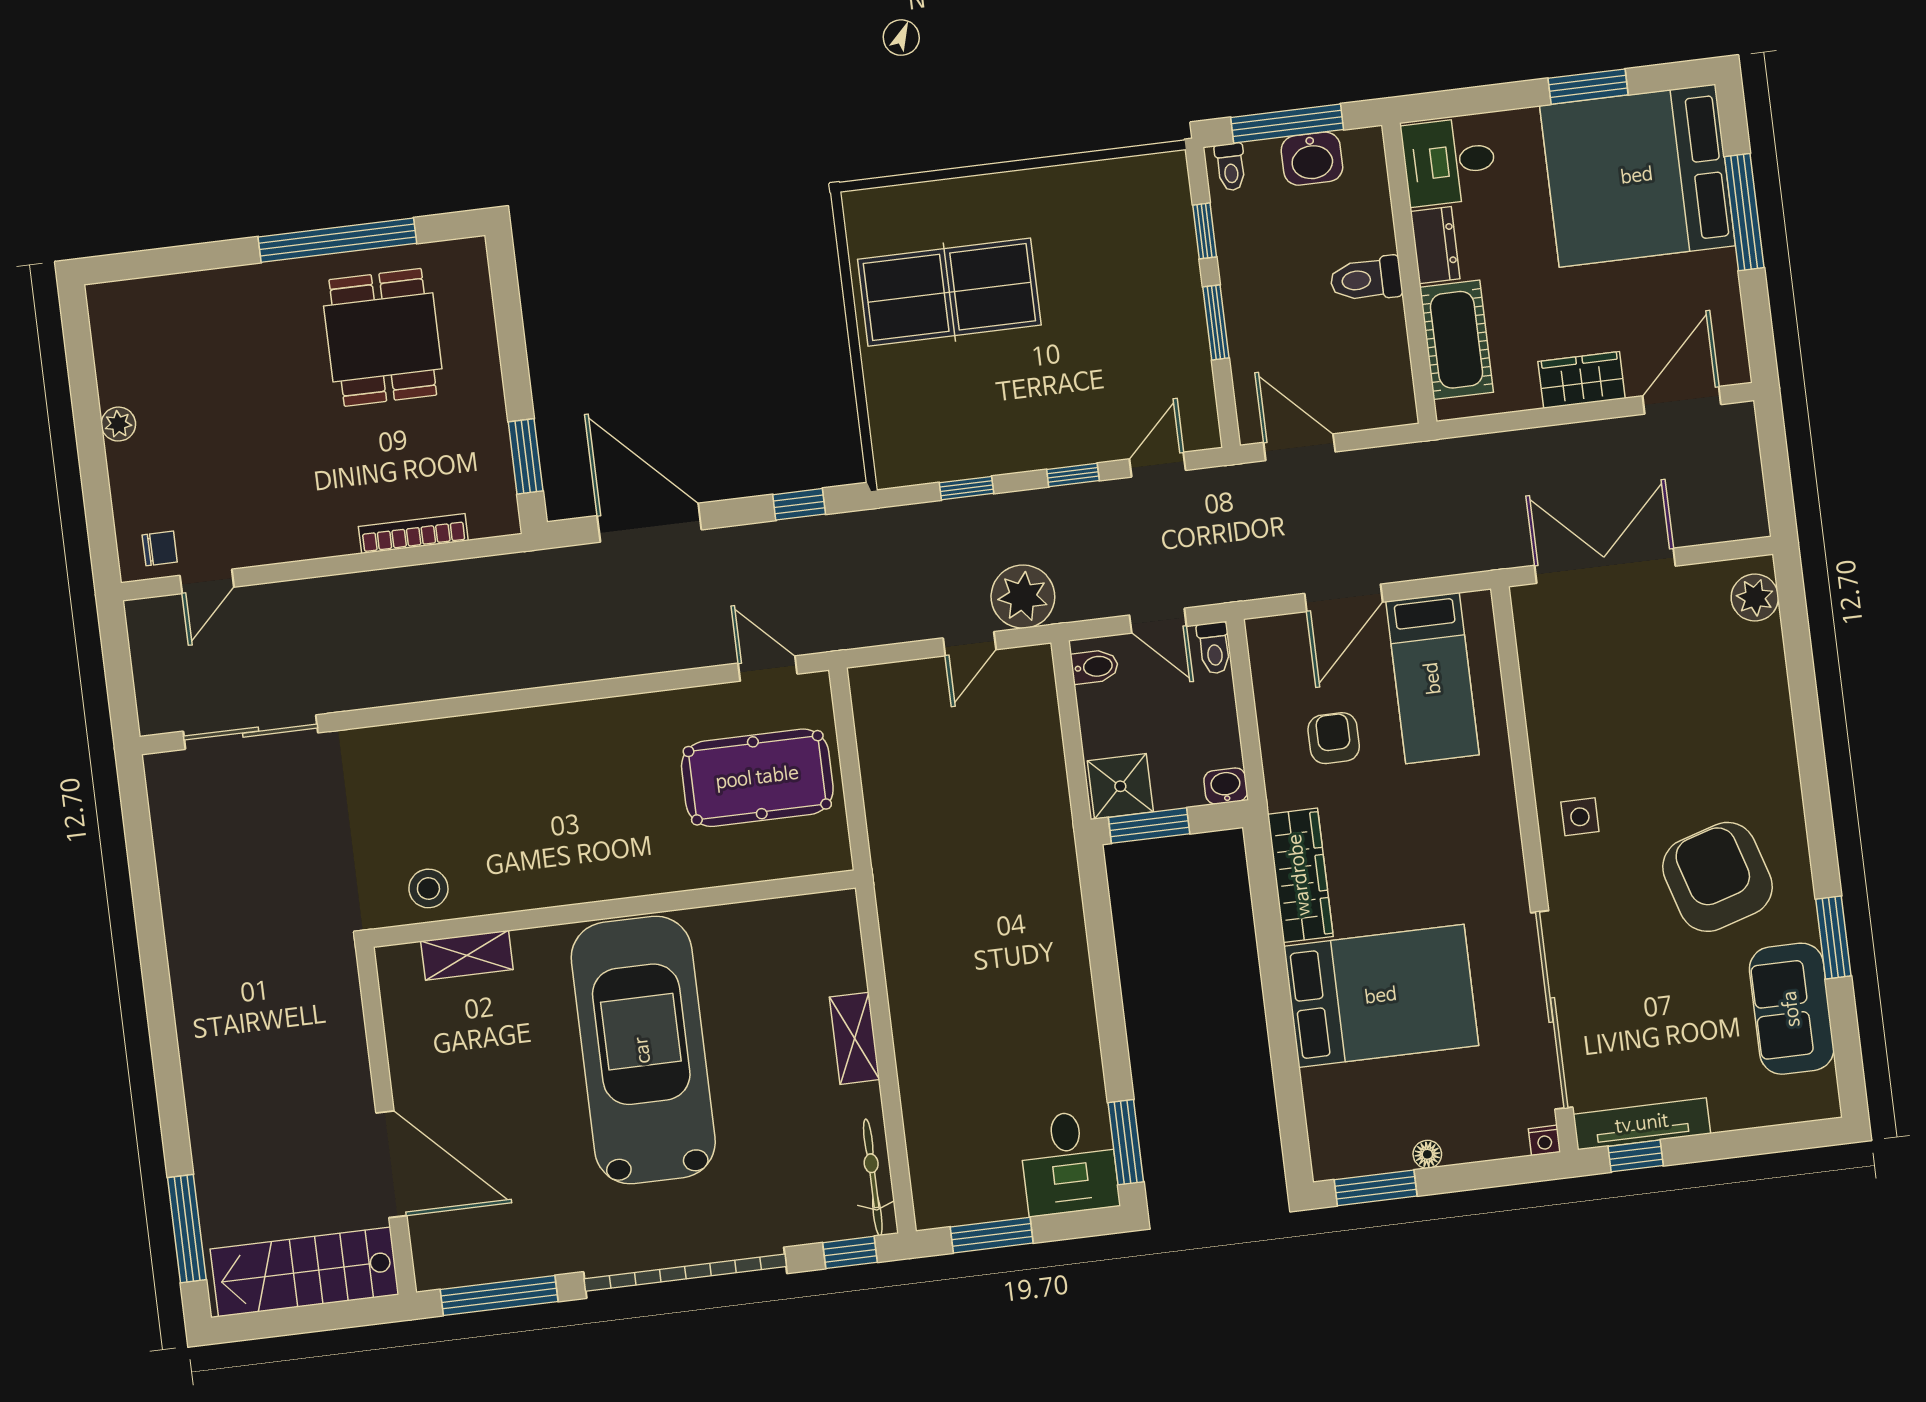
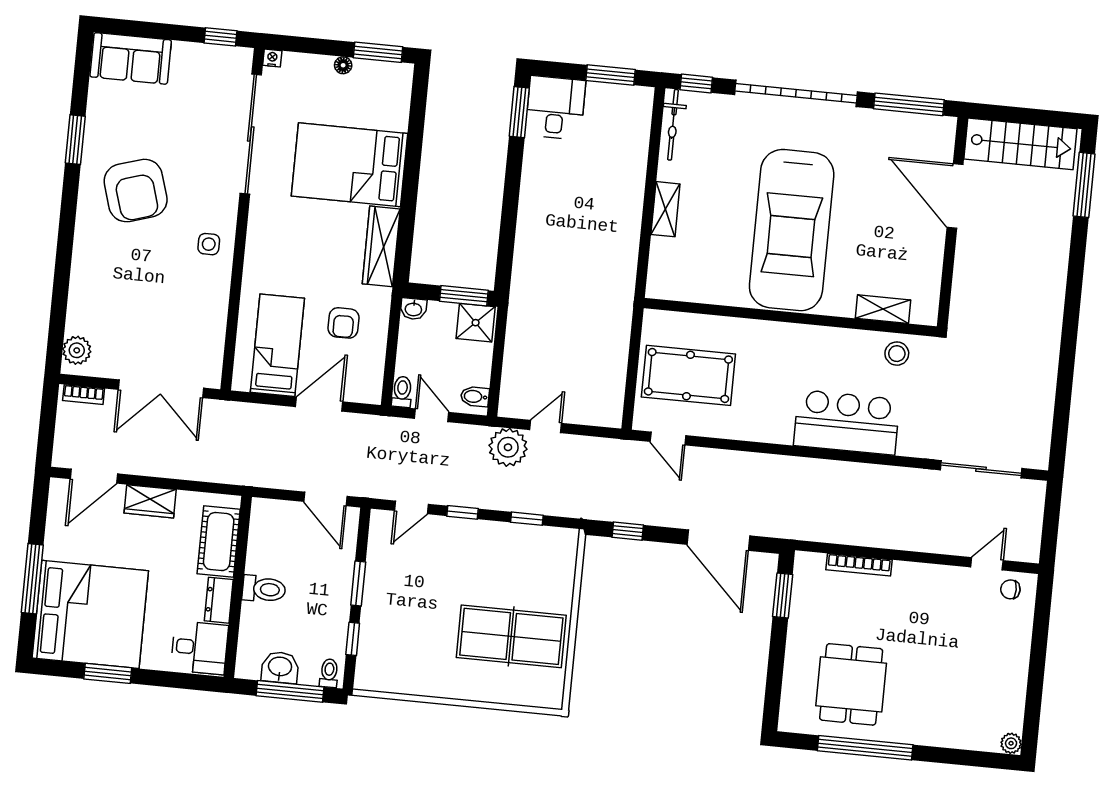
plant: (118, 424) -> (1011, 743), moved
bookcase: (1728, 529) -> (84, 395), added
bar counter: (485, 759) -> (847, 422), added
sofa: (1792, 1009) -> (131, 58), moved, turned 90
tv unit: (1642, 1124) -> (213, 55), removed

